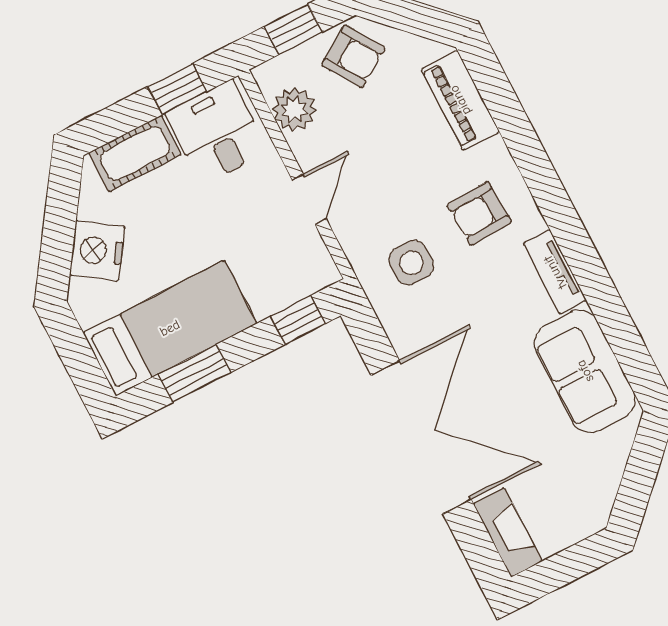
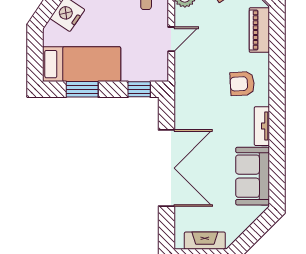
side table: (411, 263) -> (201, 90), removed
fireplace: (508, 532) -> (205, 241), moved, turned -90

